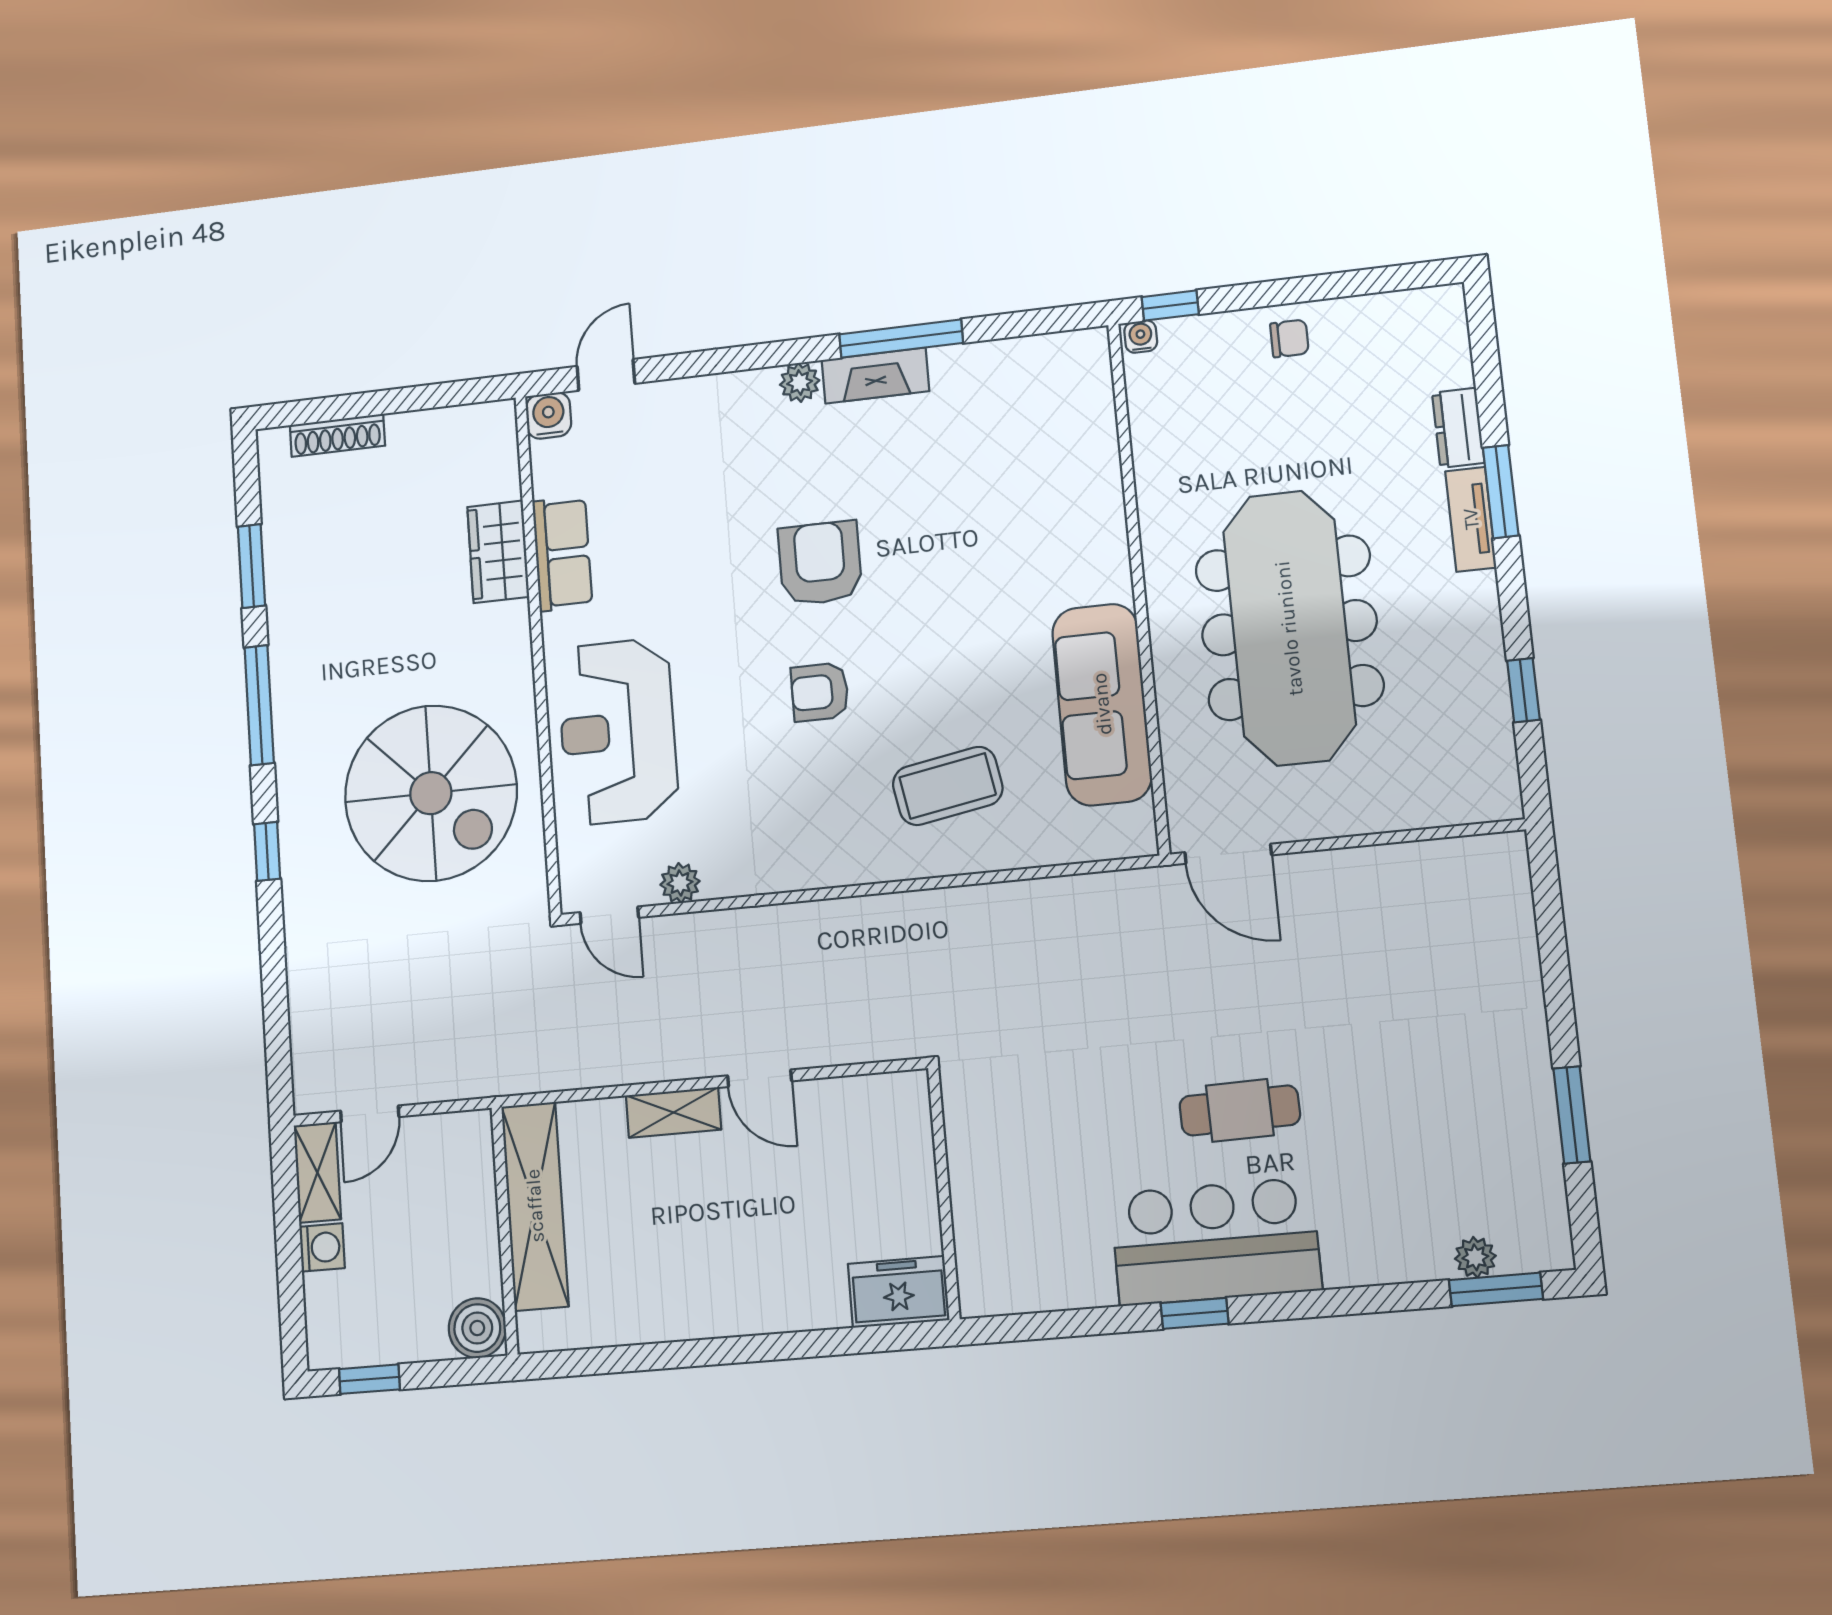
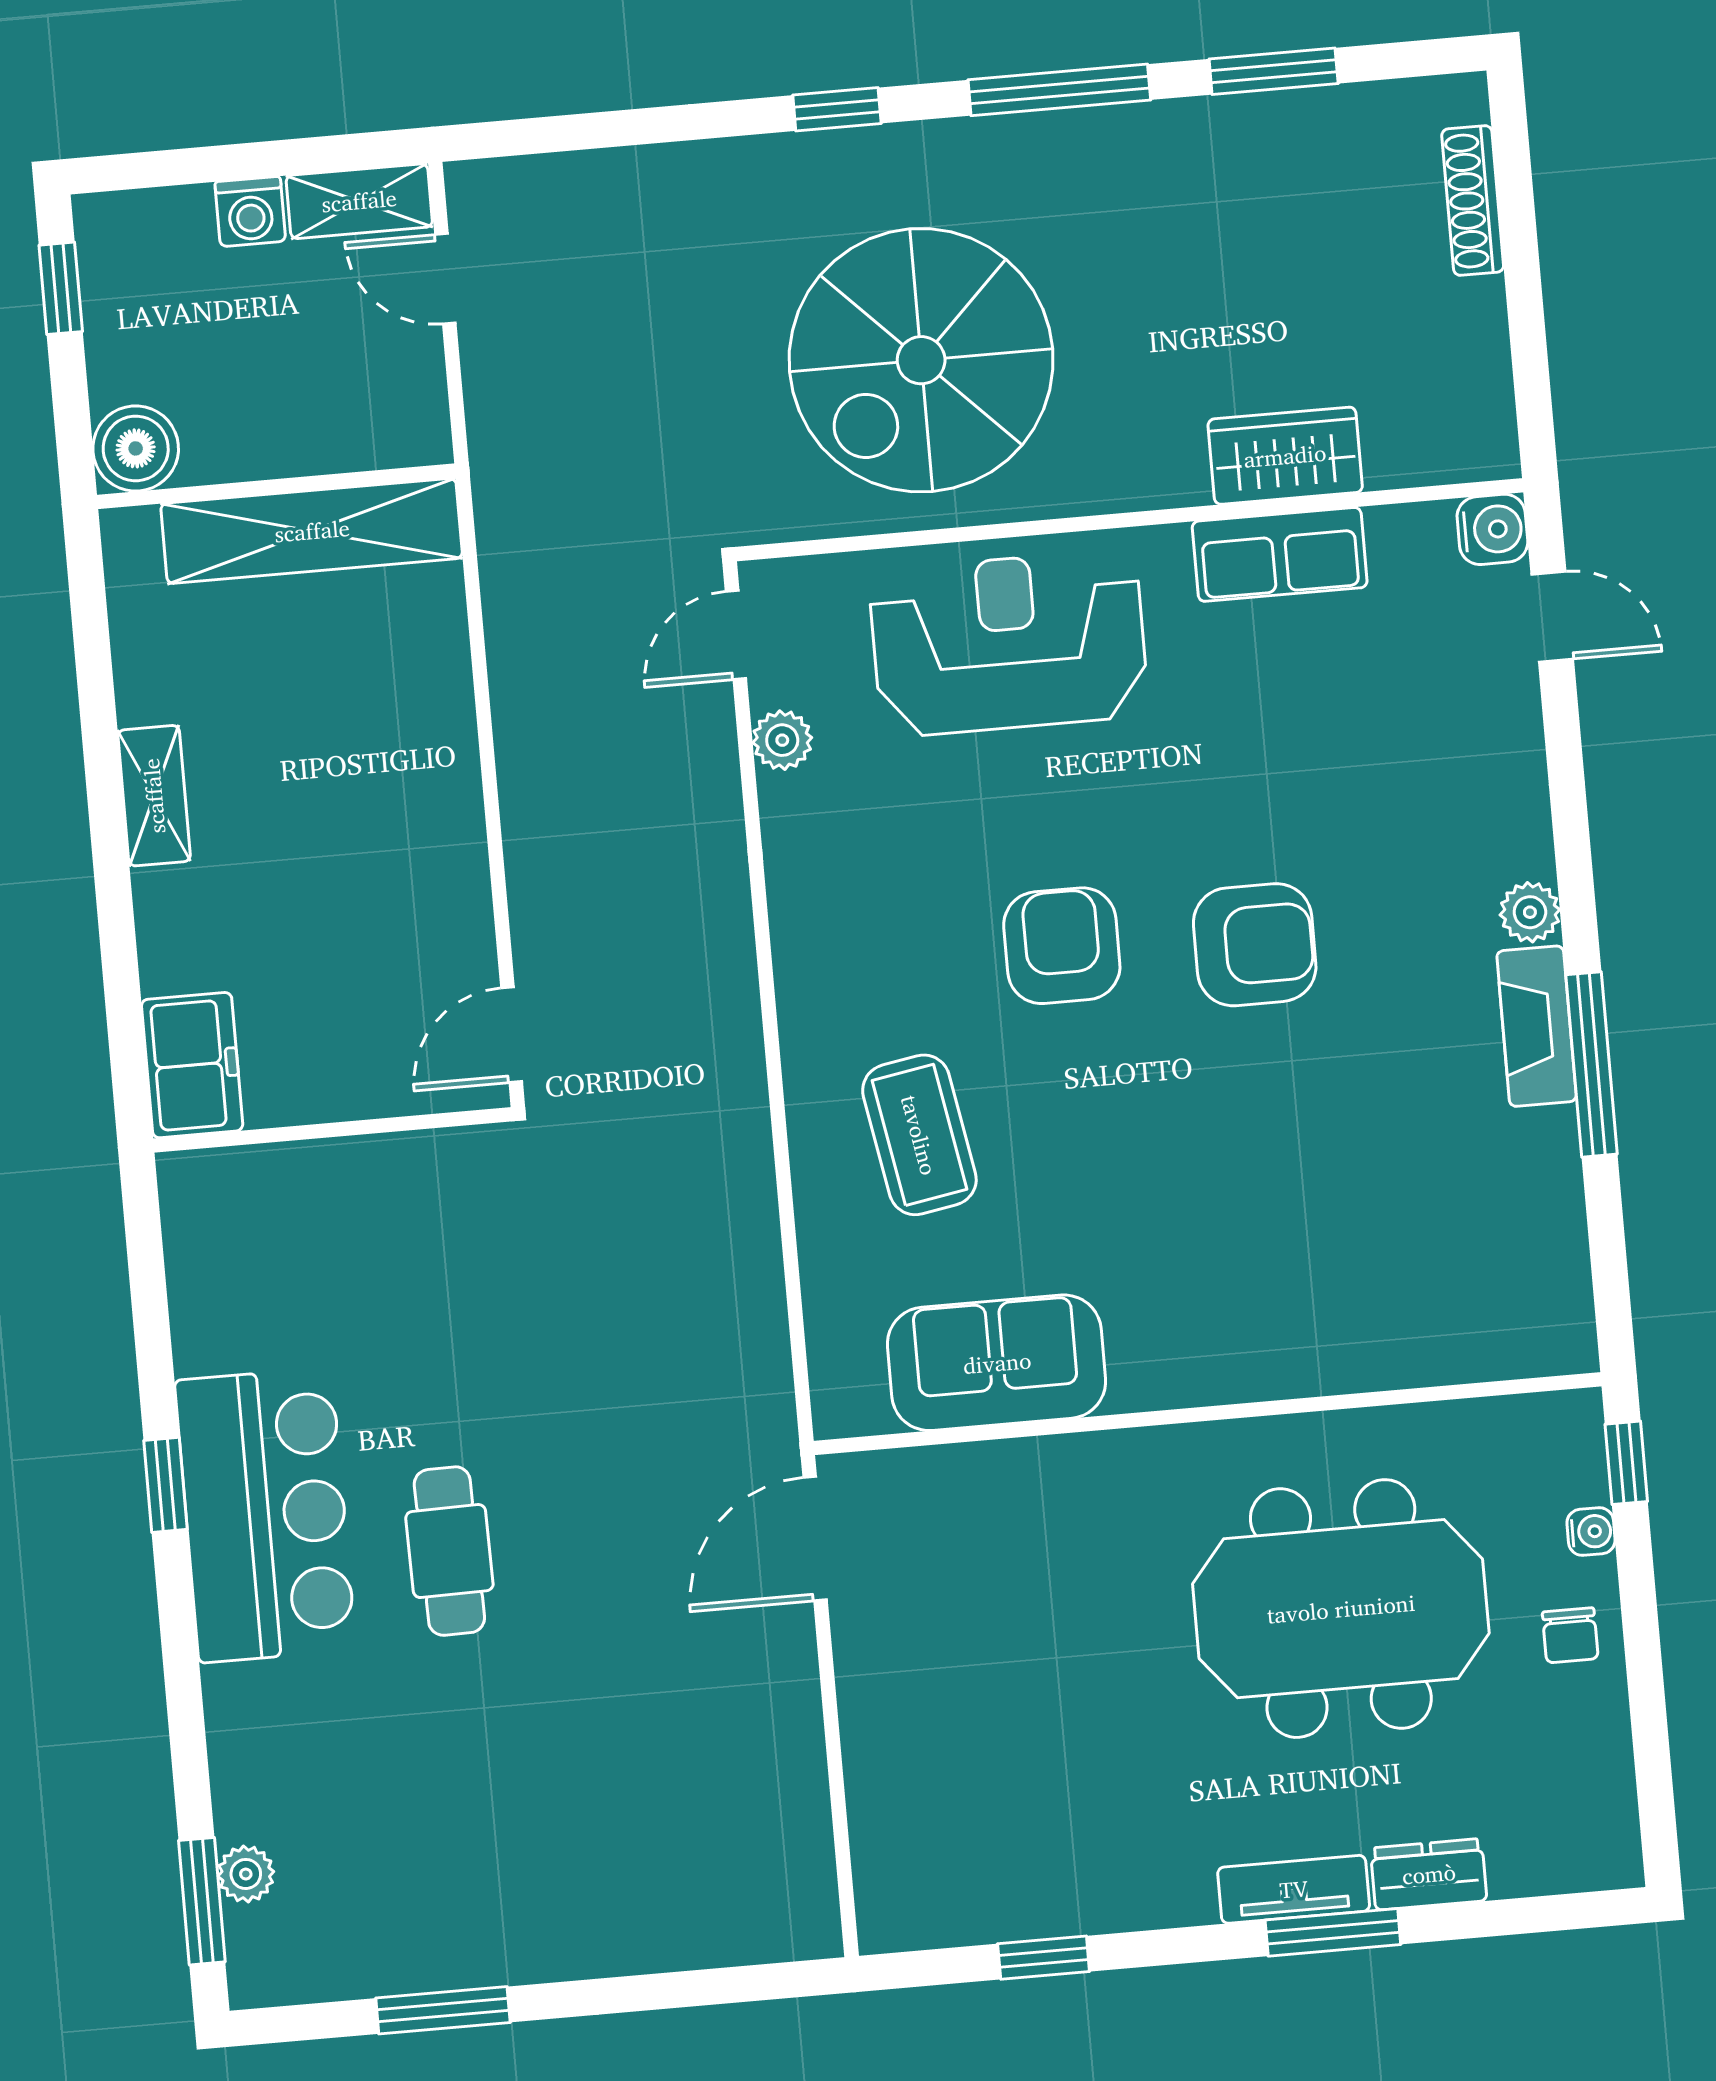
water cooler: (1141, 337) -> (1591, 1532), moved
meeting table: (1289, 628) -> (1341, 1609), moved, width x0.73
armchair: (820, 692) -> (1062, 946), width x1.38, depth x1.38
sofa: (1102, 704) -> (997, 1363), width x0.73
door: (760, 1078) -> (512, 1035), moved
shelving: (674, 1112) -> (154, 796), moved

